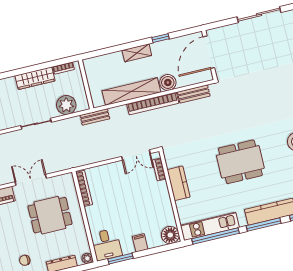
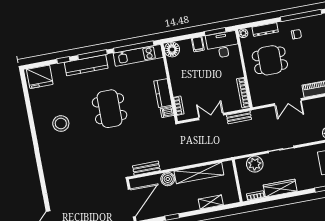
shelving: (137, 53) -> (211, 202), moved
bookcase: (153, 104) -> (181, 162), removed
bench: (95, 117) -> (239, 117), moved
double door: (136, 155) -> (211, 116), moved
dishwasher: (172, 161) -> (167, 112), added
dining table: (240, 162) -> (110, 109), turned 90
dining table: (50, 215) -> (270, 60), moved
desk: (106, 245) -> (222, 45), width x1.37

